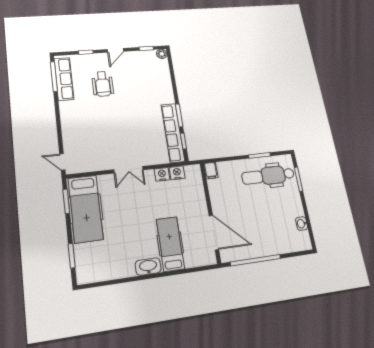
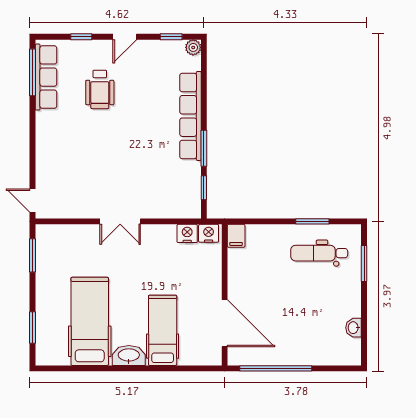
row of seats: (173, 133) -> (190, 116), moved
nightstand: (162, 174) -> (209, 233), moved
dental chair: (268, 176) -> (319, 253), width x0.73, depth x0.72
hospital bed: (86, 209) -> (90, 321), moved, turned 180

